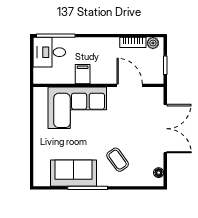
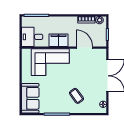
desk: (49, 52) -> (32, 37), moved
filing cabinet: (83, 74) -> (58, 40), width x2.00
sofa: (74, 173) -> (30, 98), moved, turned 90

